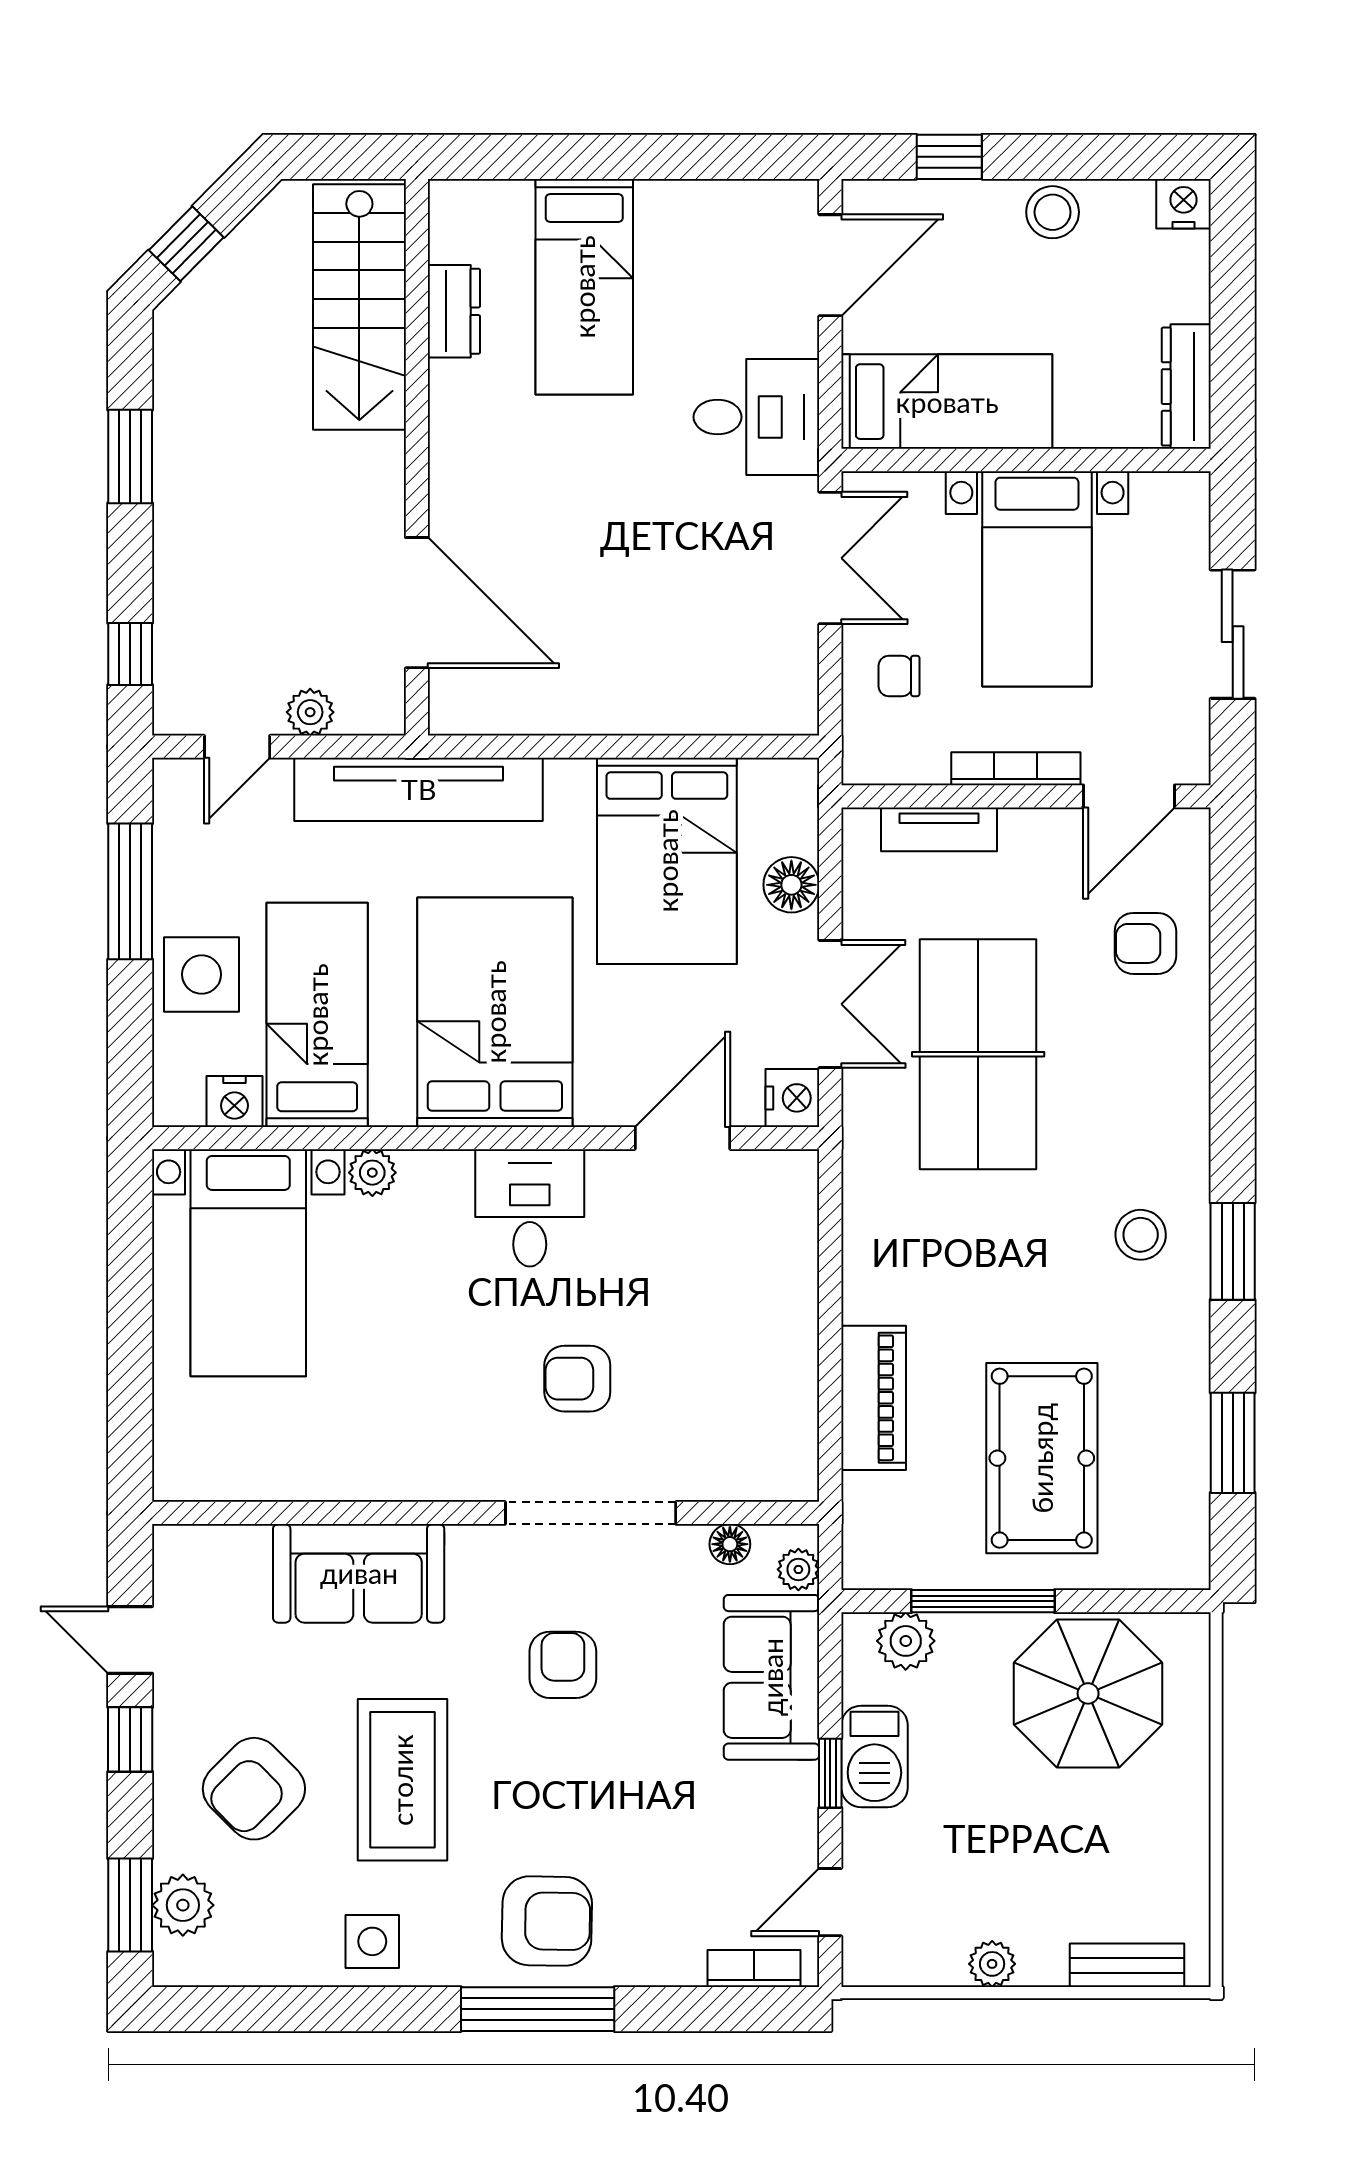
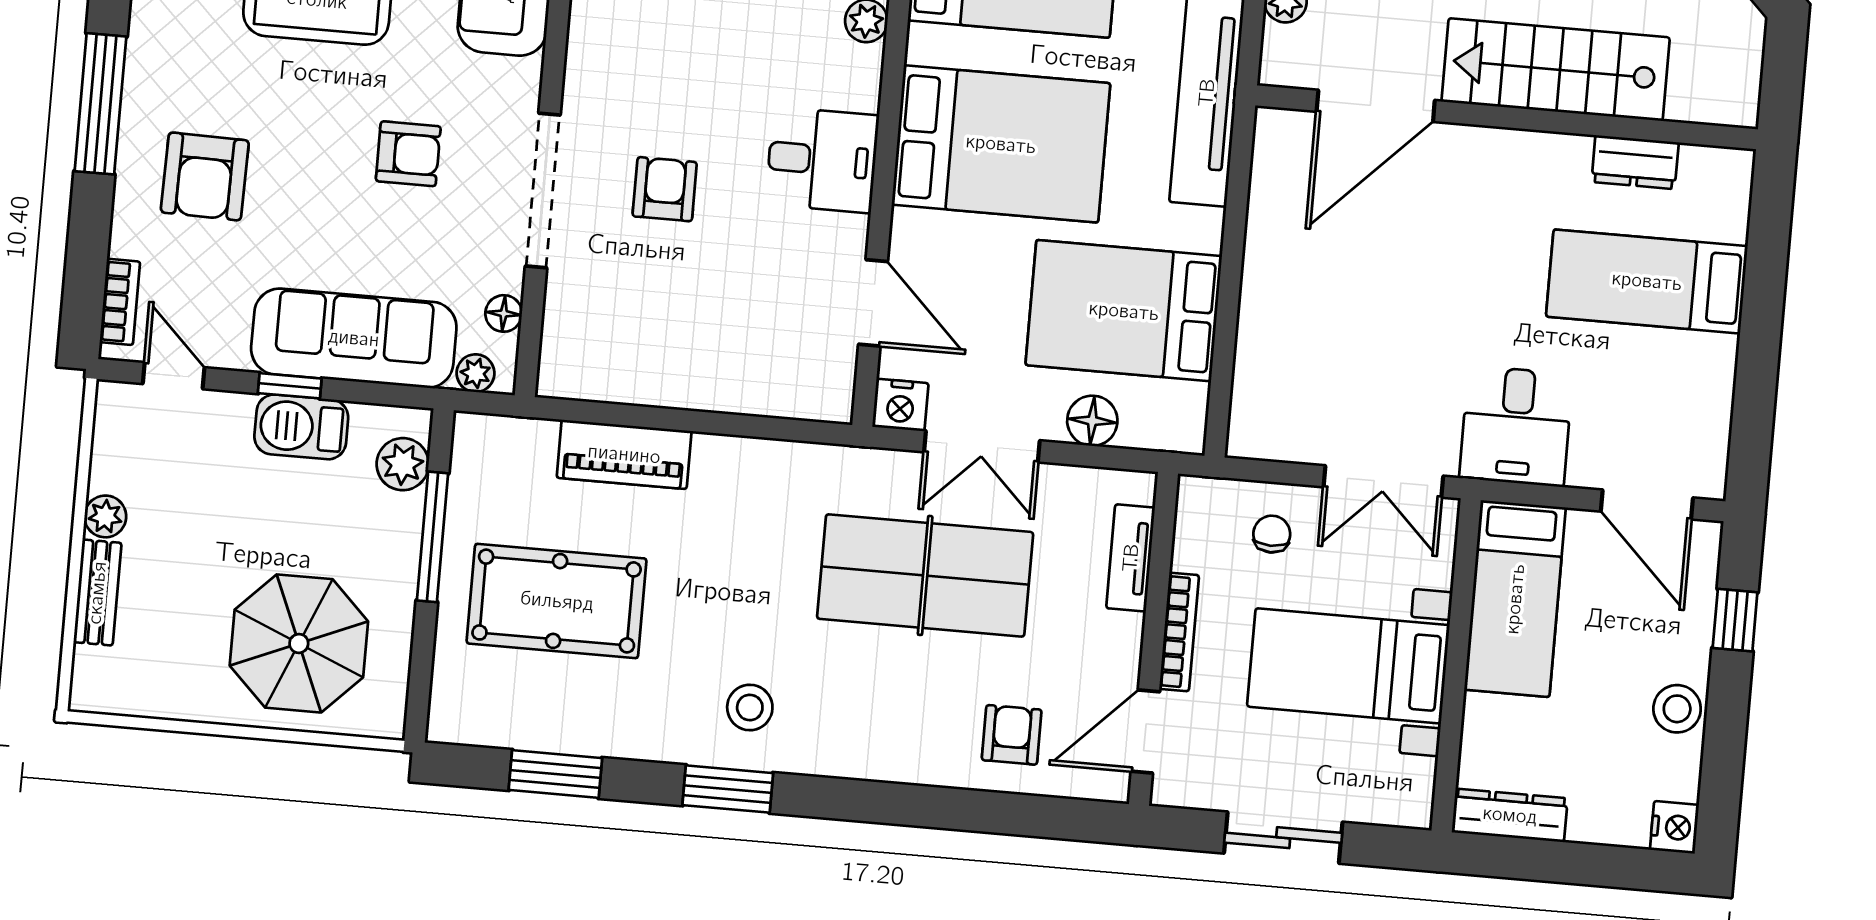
stairs: (359, 307) -> (1556, 70), moved
door: (1129, 796) -> (1145, 732), hinge flipped
sofa: (772, 1677) -> (354, 338), width x1.36
parasol: (1088, 1693) -> (299, 643), moved
armchair: (547, 1921) -> (205, 176), moved
bench: (1127, 1965) -> (97, 593), moved

